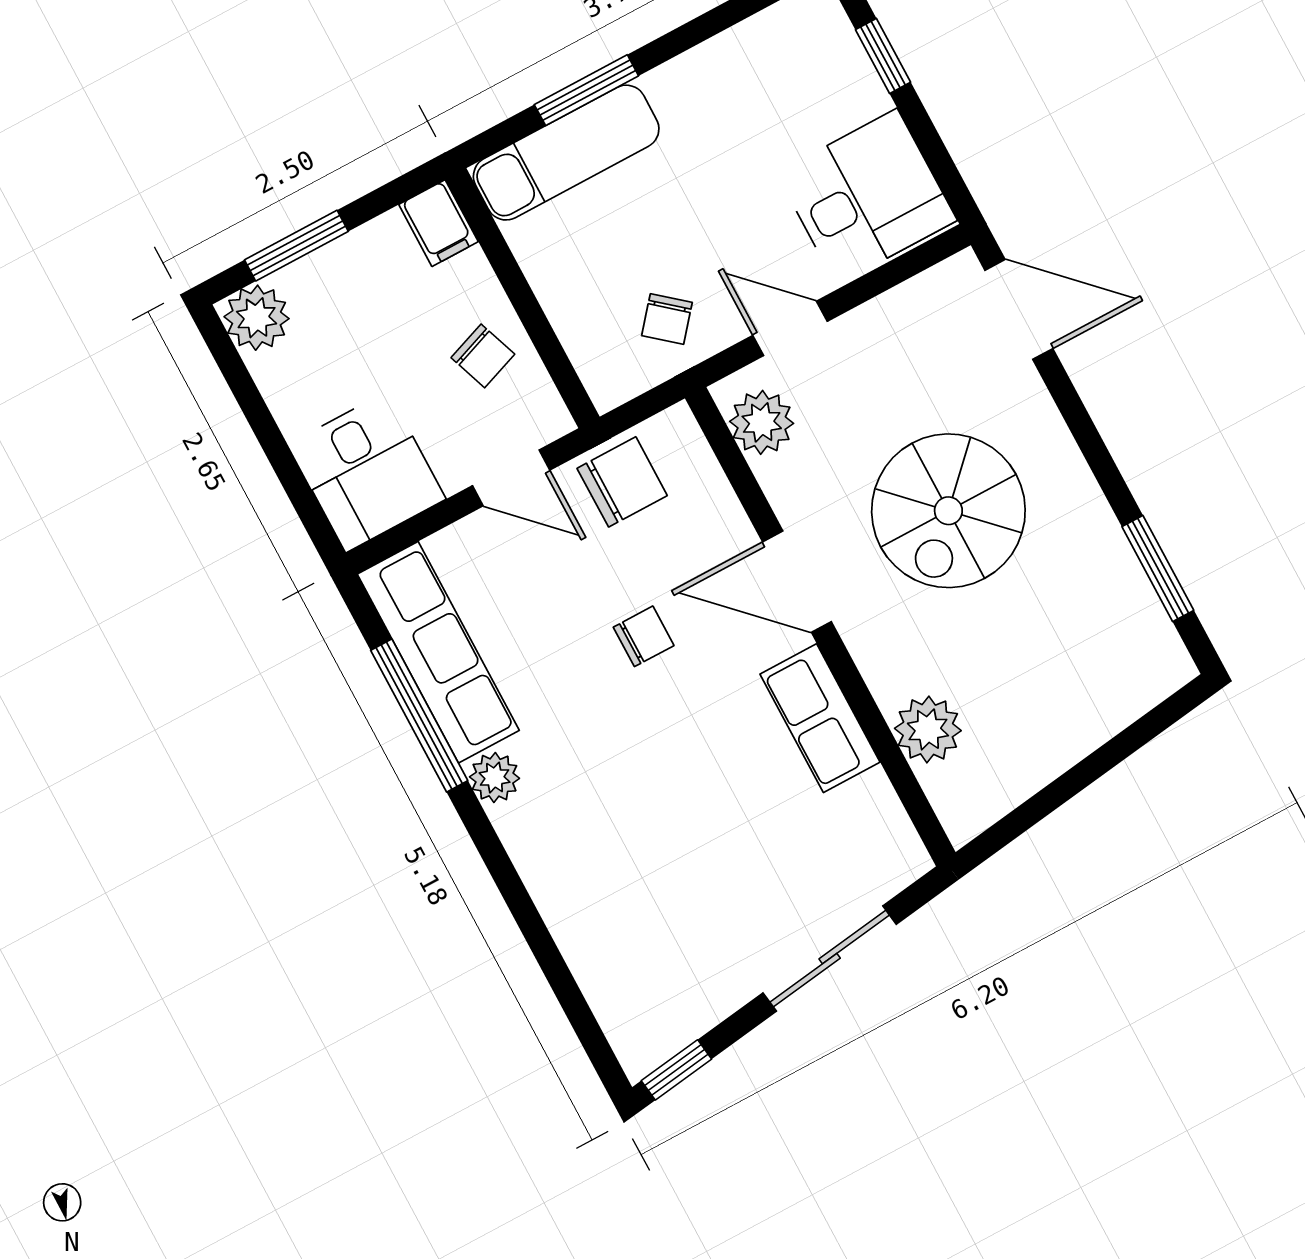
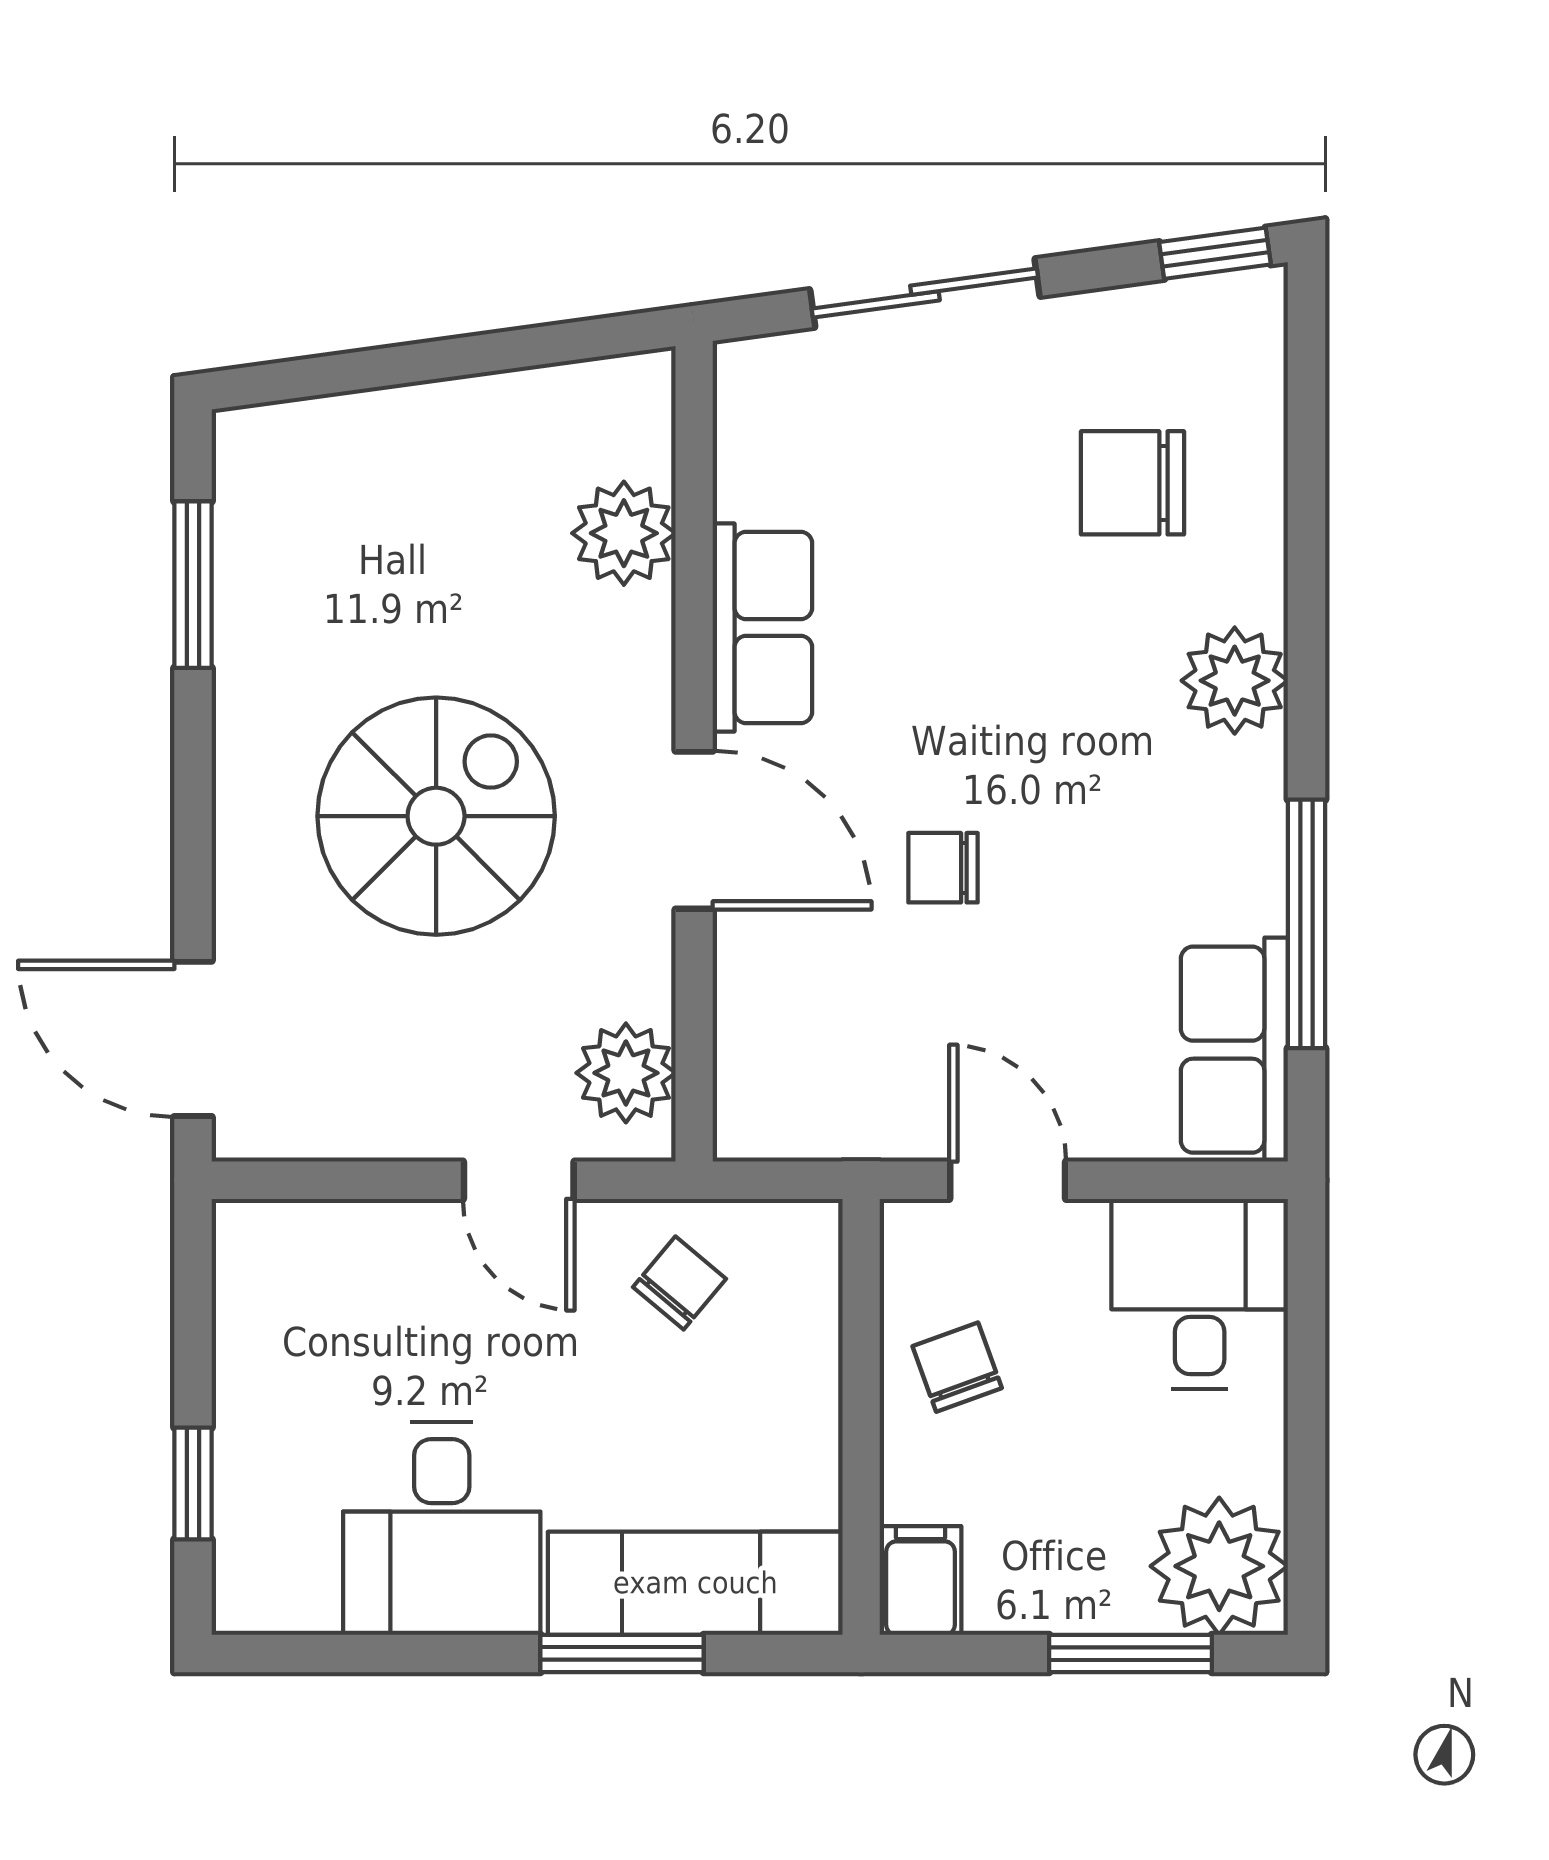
desk: (867, 197) -> (442, 1529), moved, turned -90
plant: (257, 318) -> (1219, 1566), width x1.36, depth x1.36
chair: (622, 482) -> (1132, 483), moved
row of seats: (438, 652) -> (1234, 1050), width x0.68
plant: (495, 778) -> (1235, 681), moved, width x1.38, depth x1.38

